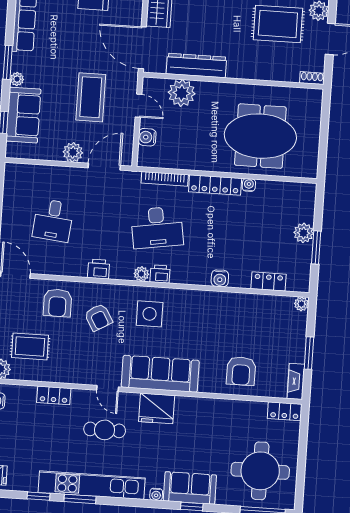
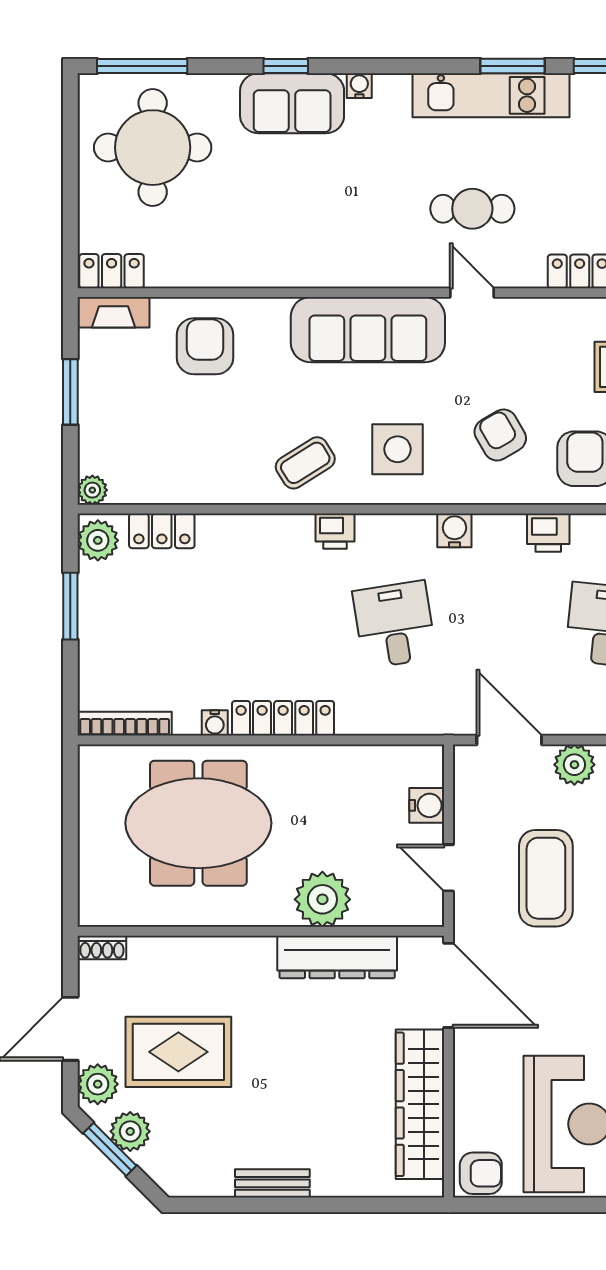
plant: (182, 93) -> (322, 899), moved
door: (104, 167) -> (509, 740), swing flipped
bookcase: (165, 179) -> (125, 724), moved
desk: (157, 227) -> (394, 625), width x0.73
plant: (304, 233) -> (98, 540), moved
printer: (99, 269) -> (548, 533), moved
plant: (141, 274) -> (419, 529), removed
printer: (160, 274) -> (335, 531), moved
water cooler: (220, 278) -> (454, 530), moved
coffee table: (196, 310) -> (305, 463), added
fireplace: (296, 381) -> (114, 312), moved, turned 90
fridge: (157, 408) -> (370, 259), removed
kitchen unit: (92, 485) -> (491, 95), width x0.73

